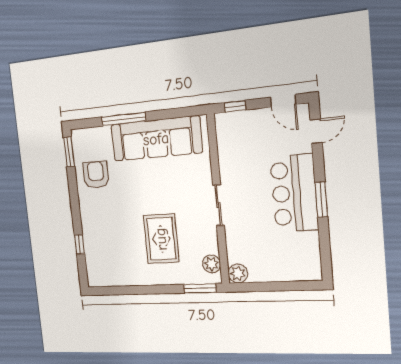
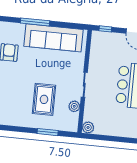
plant: (211, 264) -> (74, 106), moved
window: (200, 288) -> (48, 132), moved

